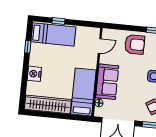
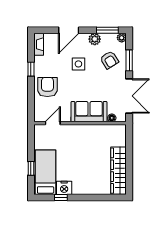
door: (100, 46) -> (53, 123), hinge flipped
nightstand: (34, 74) -> (64, 188), moved
bed: (83, 92) -> (102, 135), removed

